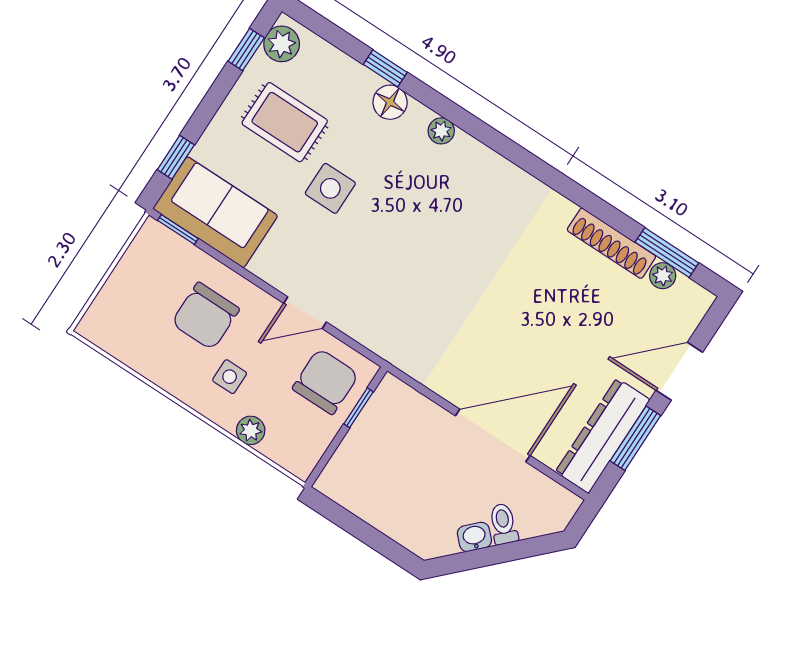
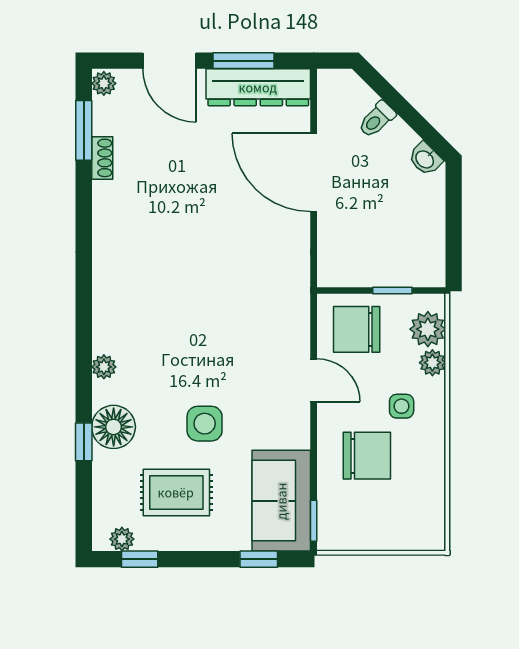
plant: (282, 44) -> (122, 539), width x0.73, depth x0.73
floor lamp: (390, 102) -> (114, 427), width x1.38, depth x1.38
rug: (285, 122) -> (176, 492), turned 90
shoe rack: (611, 243) -> (102, 158), width x0.51, depth x0.81
plant: (663, 276) -> (104, 83), moved
window: (359, 408) -> (392, 291), moved
plant: (284, 446) -> (428, 329), added
washbasin: (474, 537) -> (425, 159), moved

